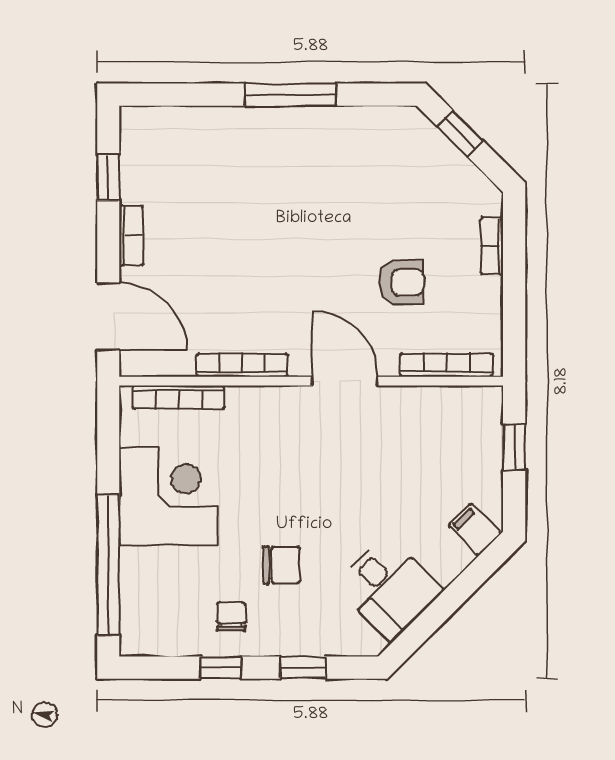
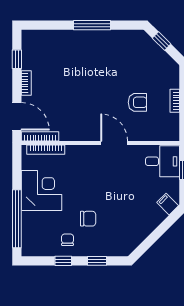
bookcase: (492, 246) -> (175, 101), moved
bookcase: (242, 365) -> (40, 136), moved
bookcase: (446, 365) -> (156, 136), removed
desk: (389, 588) -> (163, 161), moved, turned -45

